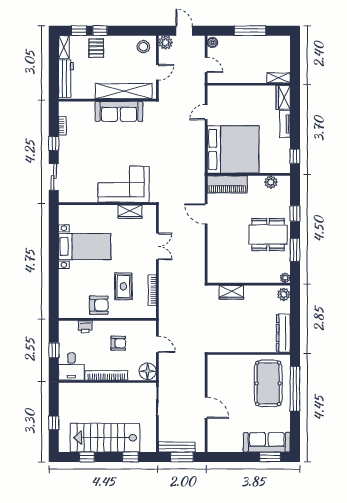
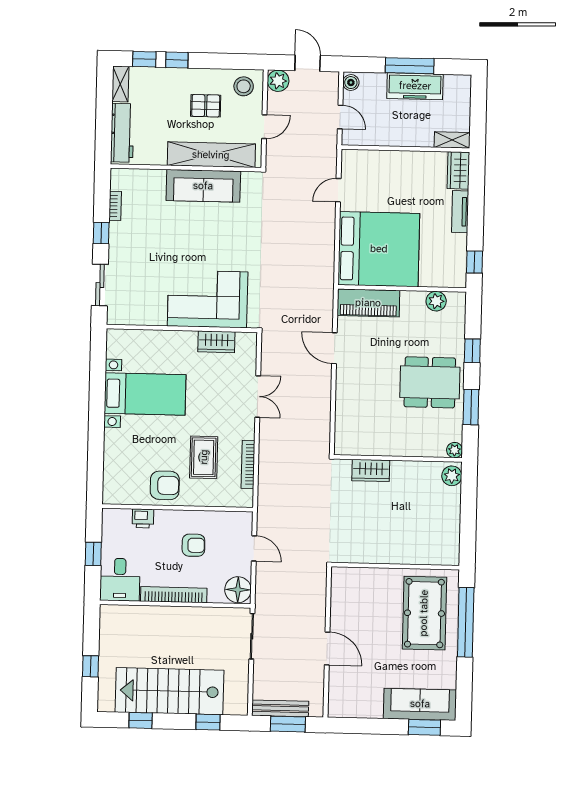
freezer: (254, 44) -> (415, 86), added
pallet: (96, 48) -> (206, 106), moved, turned 90
dresser: (283, 333) -> (450, 536), removed

